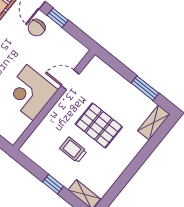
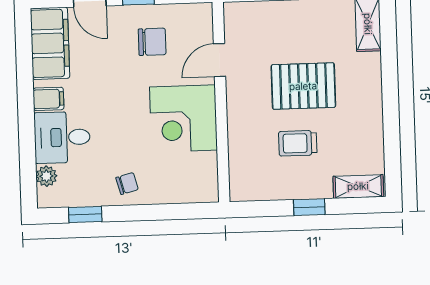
chair: (37, 28) -> (152, 42), moved, turned -90

